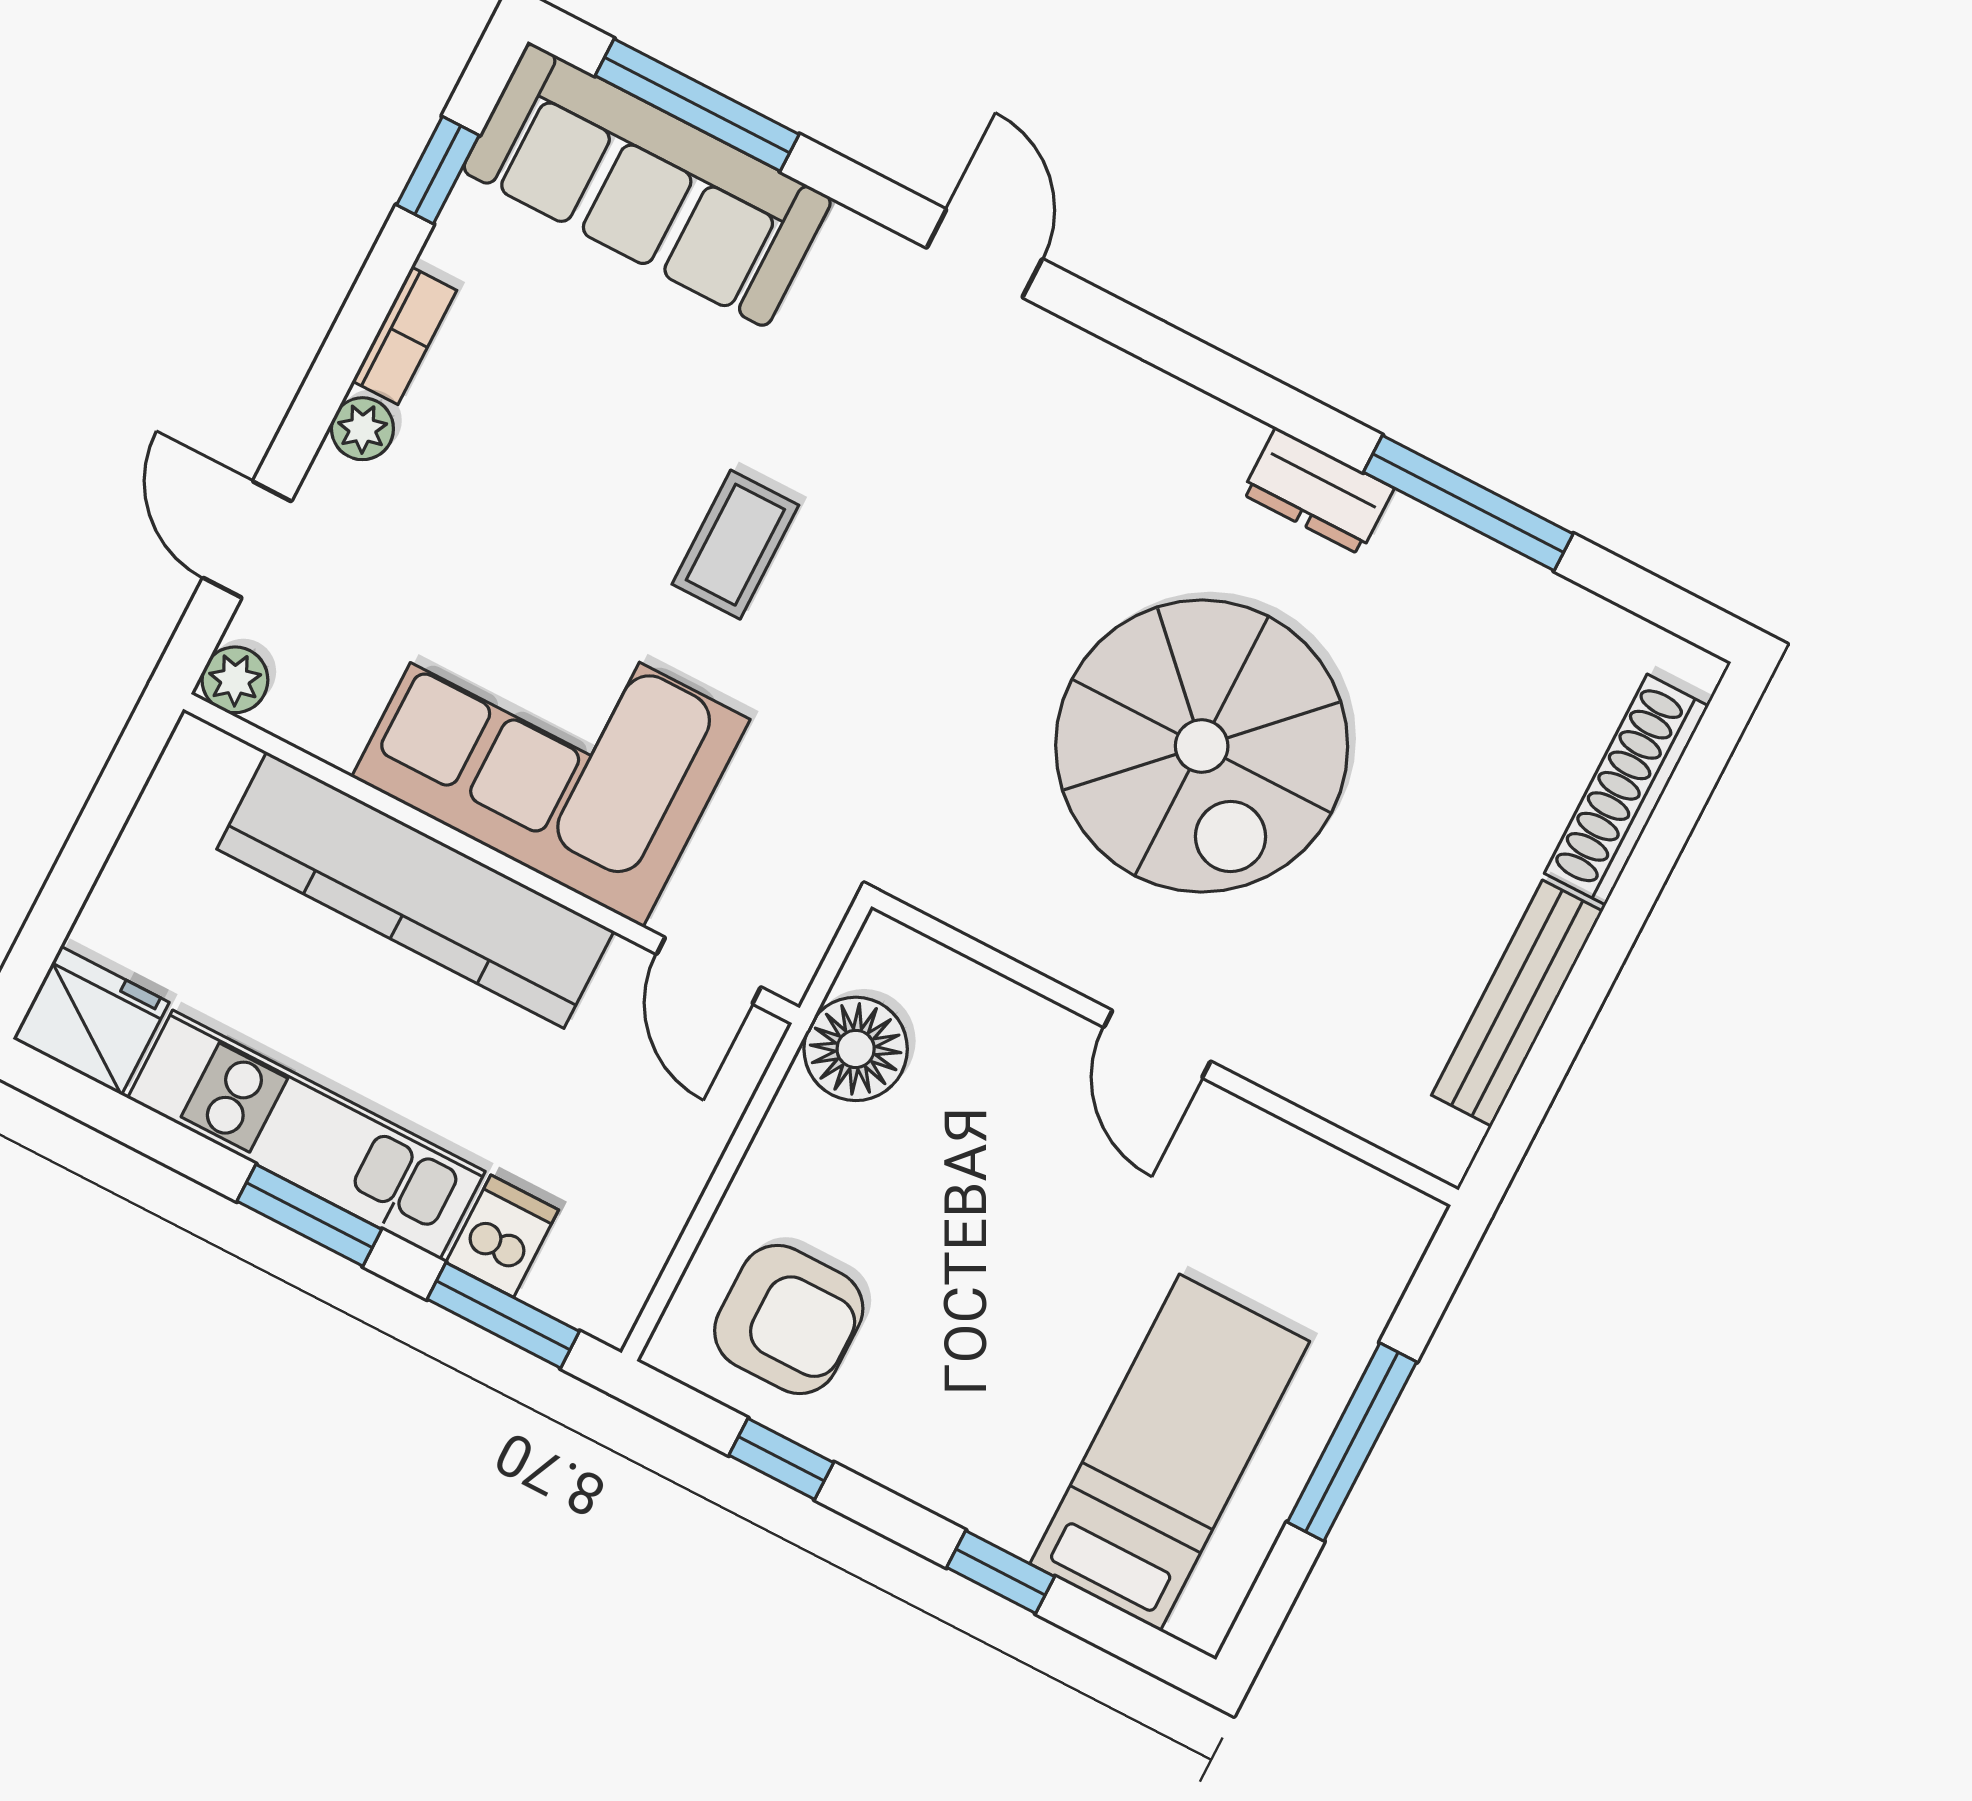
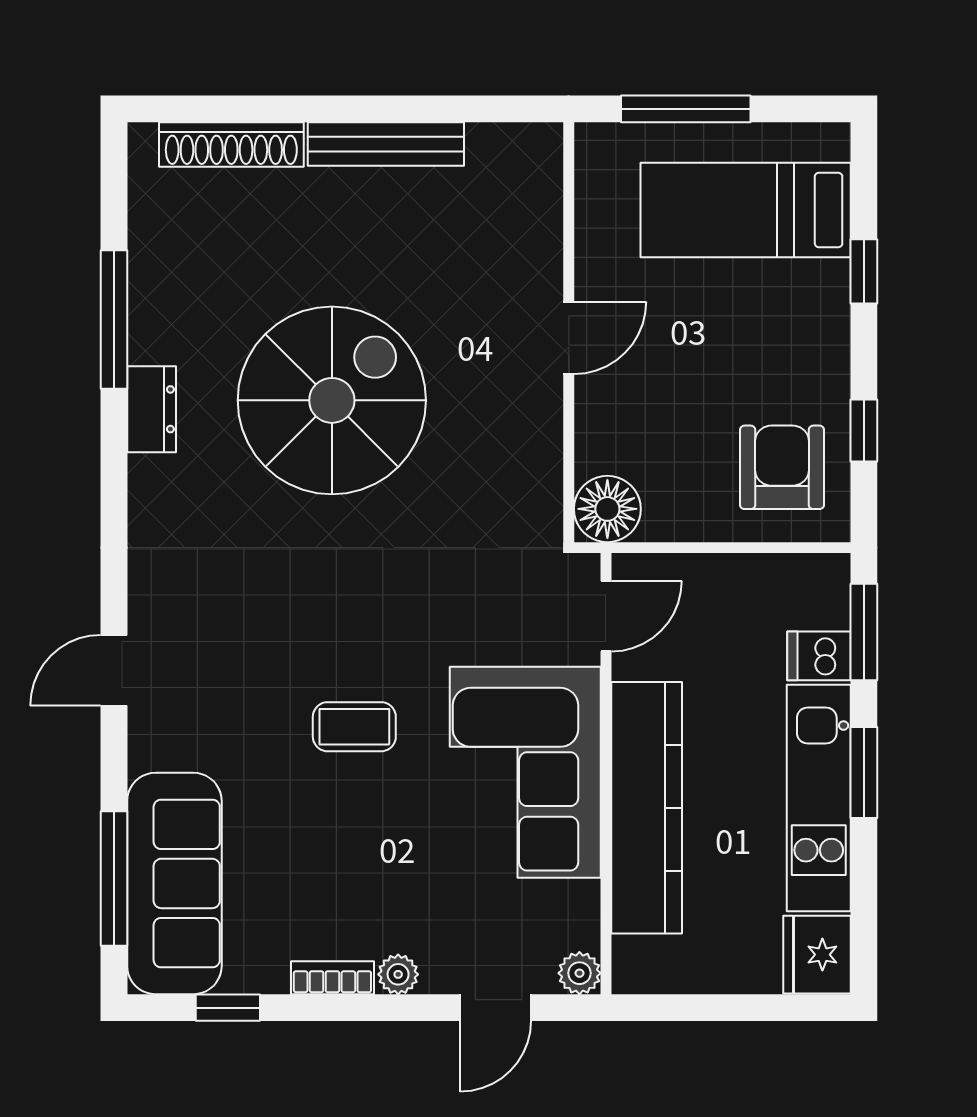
door: (1157, 1044) -> (569, 338), moved
wall: (1165, 1048) -> (569, 332), moved

